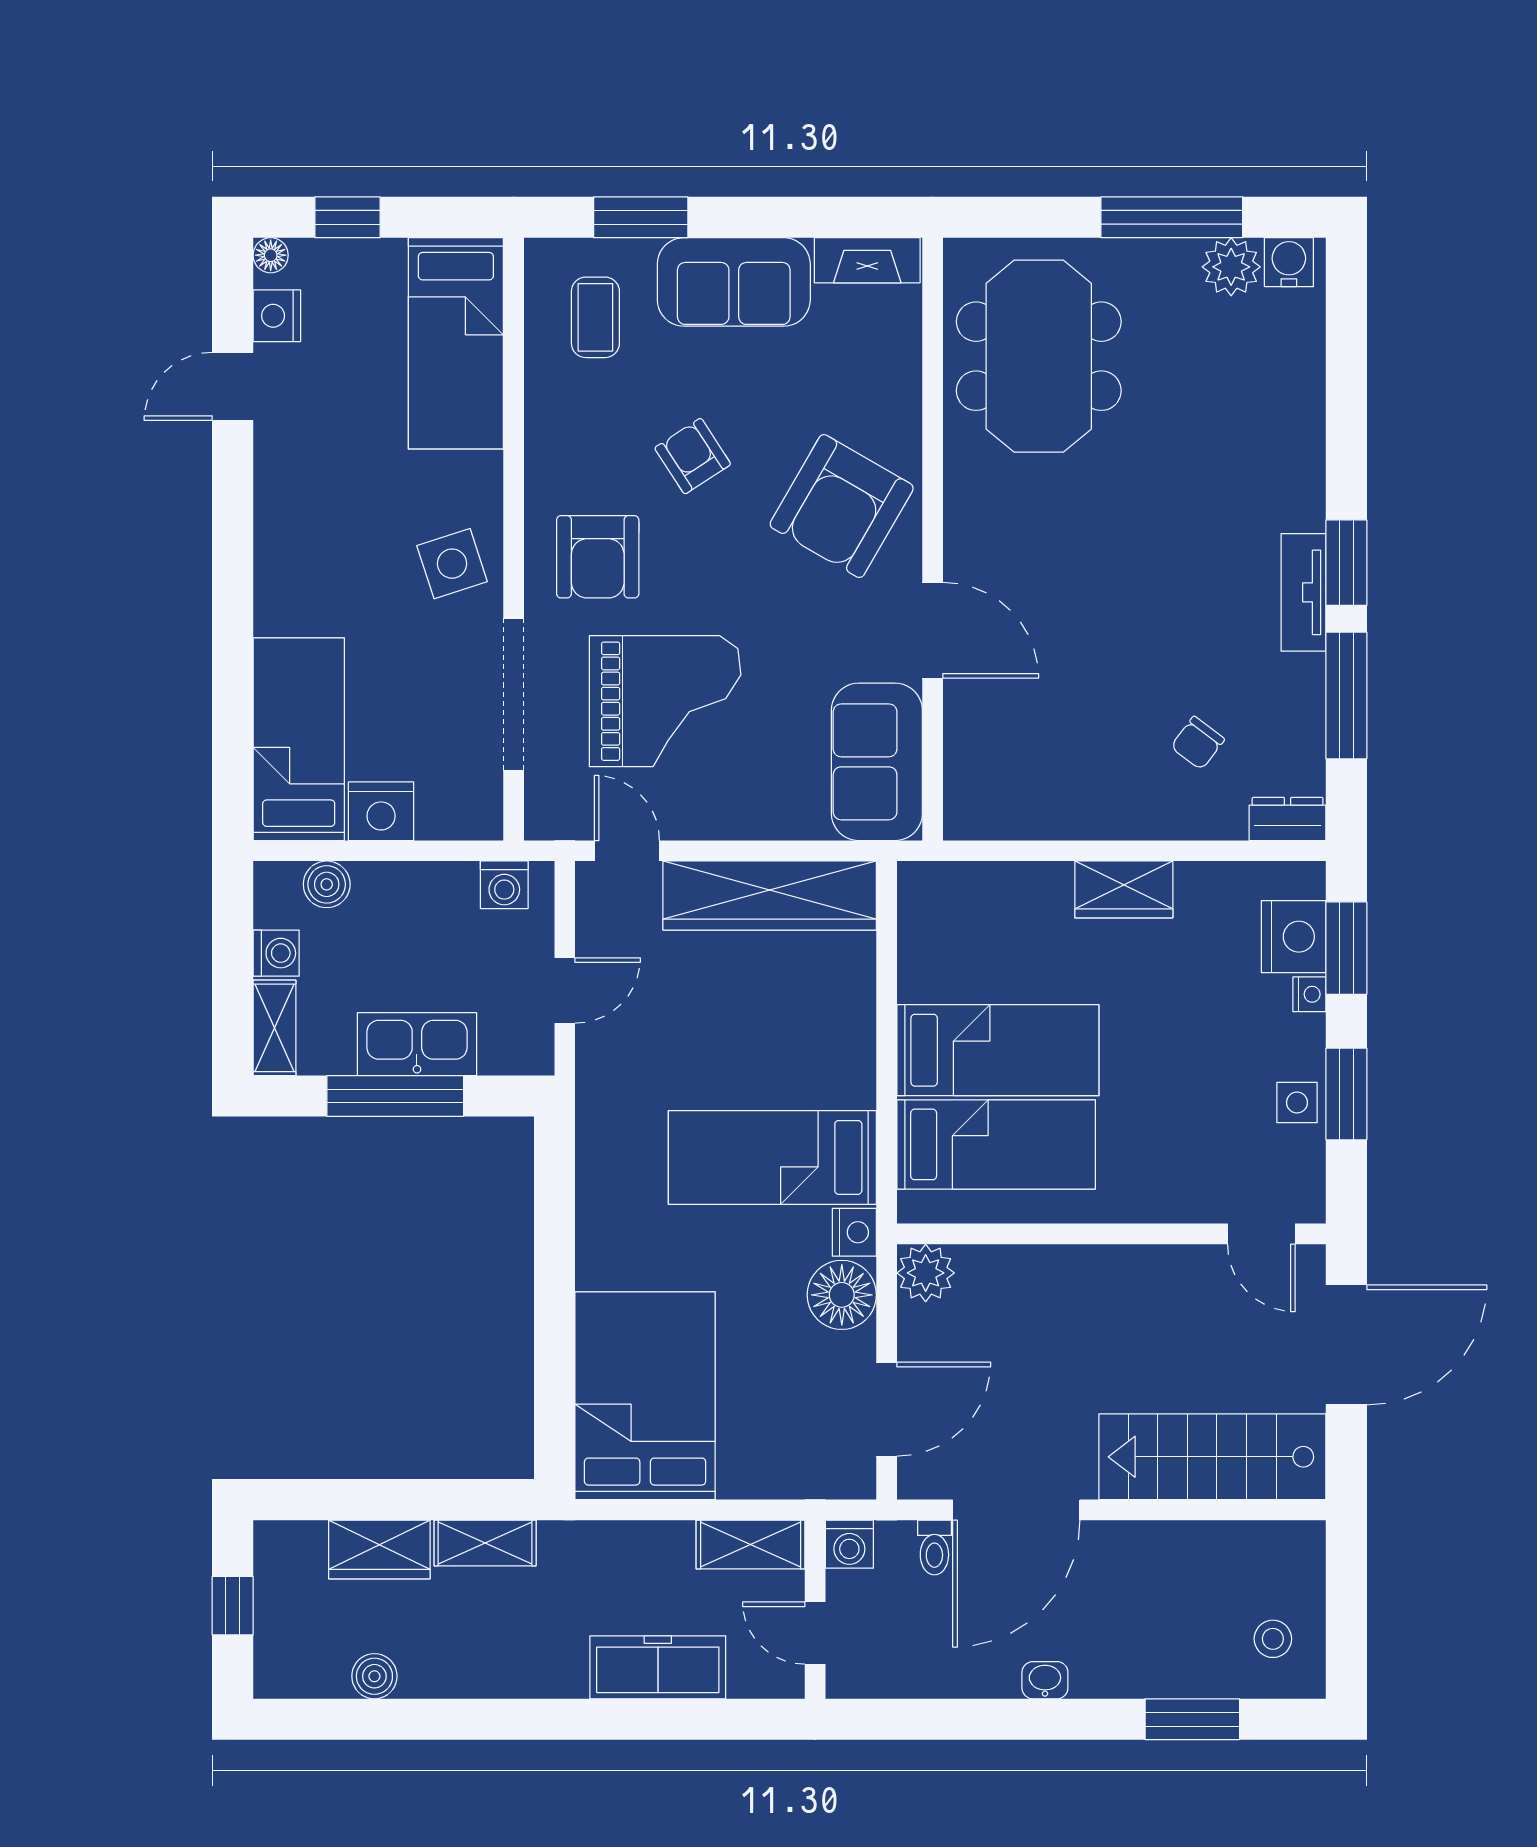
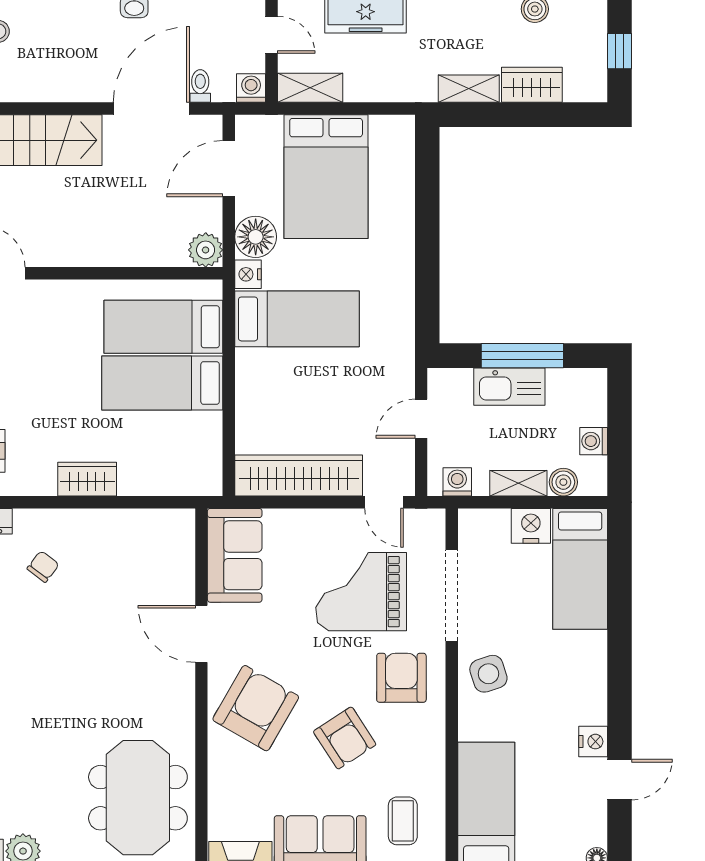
nightstand: (277, 316) -> (593, 742), moved
armchair: (693, 456) -> (345, 738), width x1.38, depth x1.38
shelving: (275, 1028) -> (518, 483), moved, turned 90
bed: (645, 1396) -> (326, 177), moved

